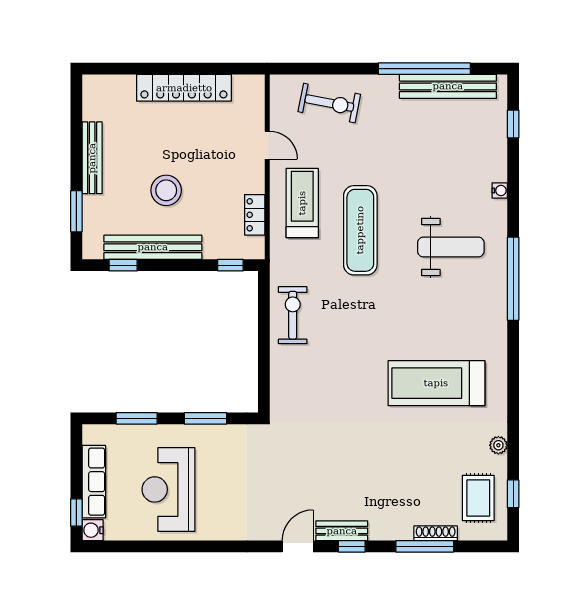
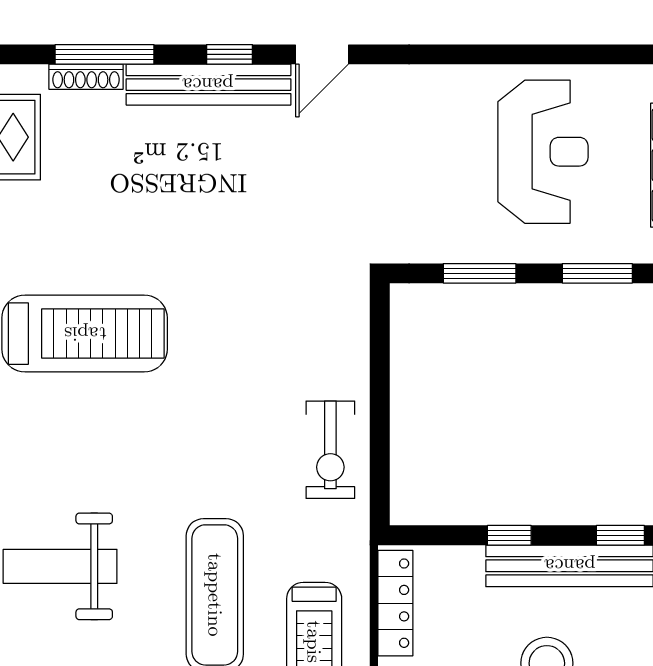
locker: (255, 215) -> (395, 603), width x1.53
window: (230, 265) -> (509, 535), moved
bench: (342, 531) -> (208, 85), width x1.86, depth x1.21

